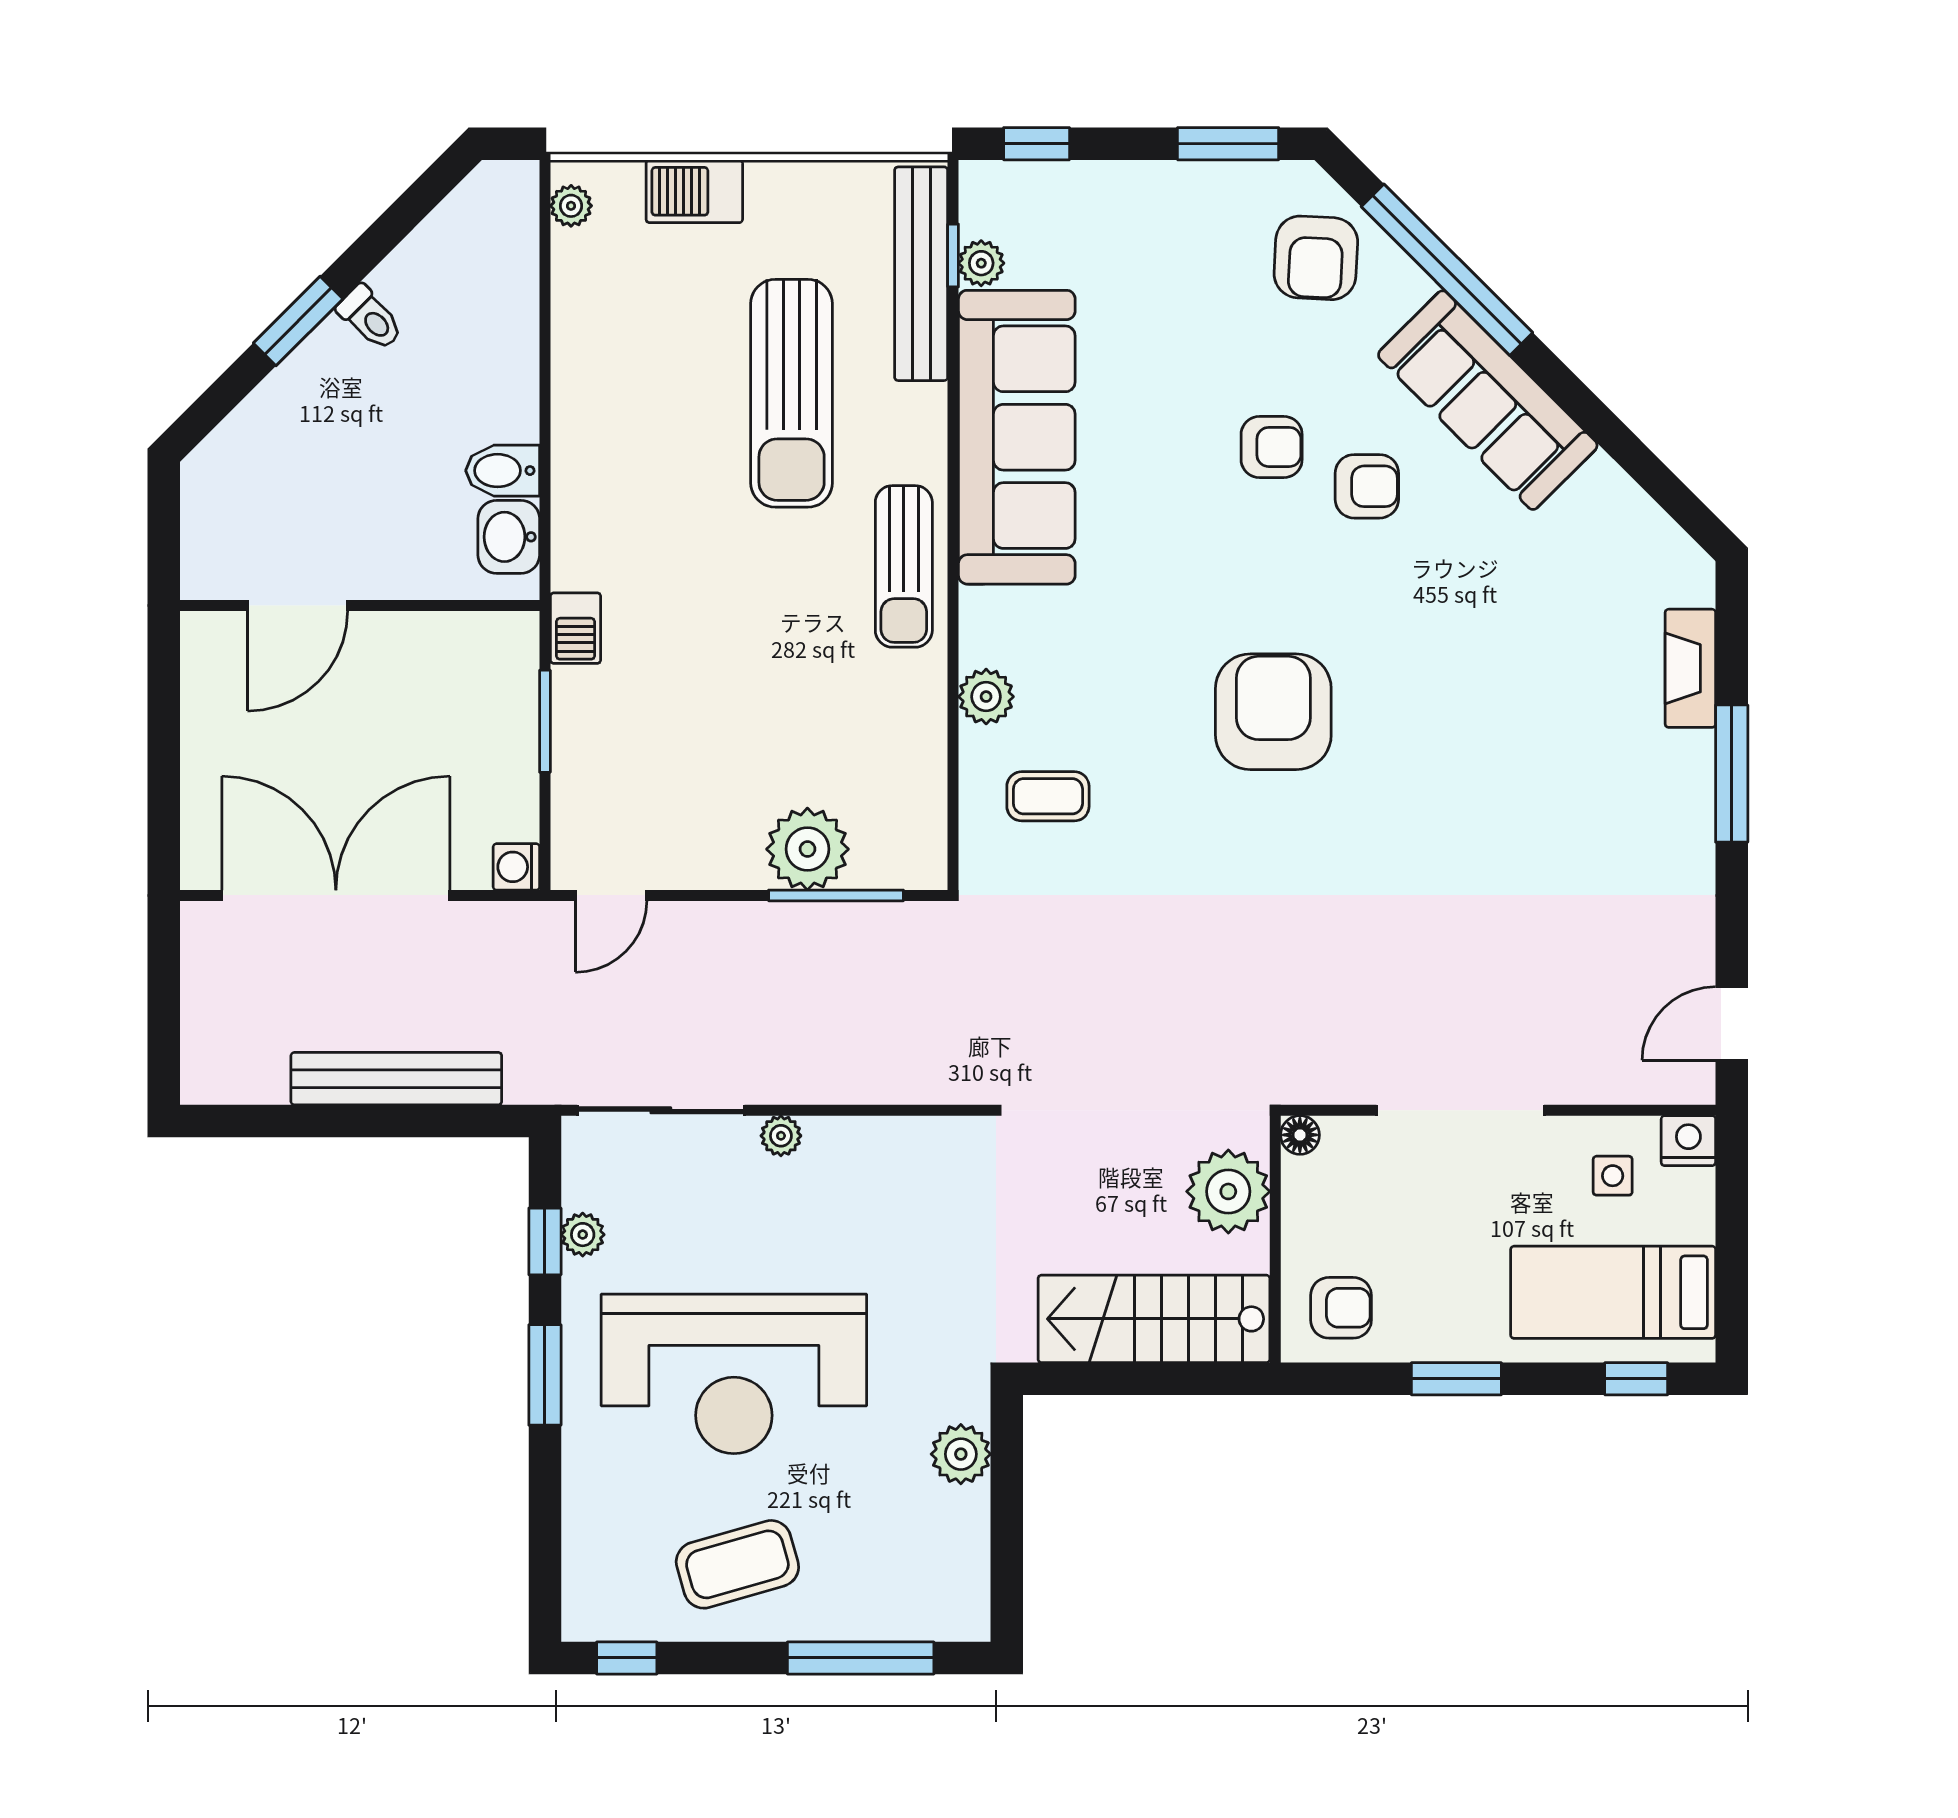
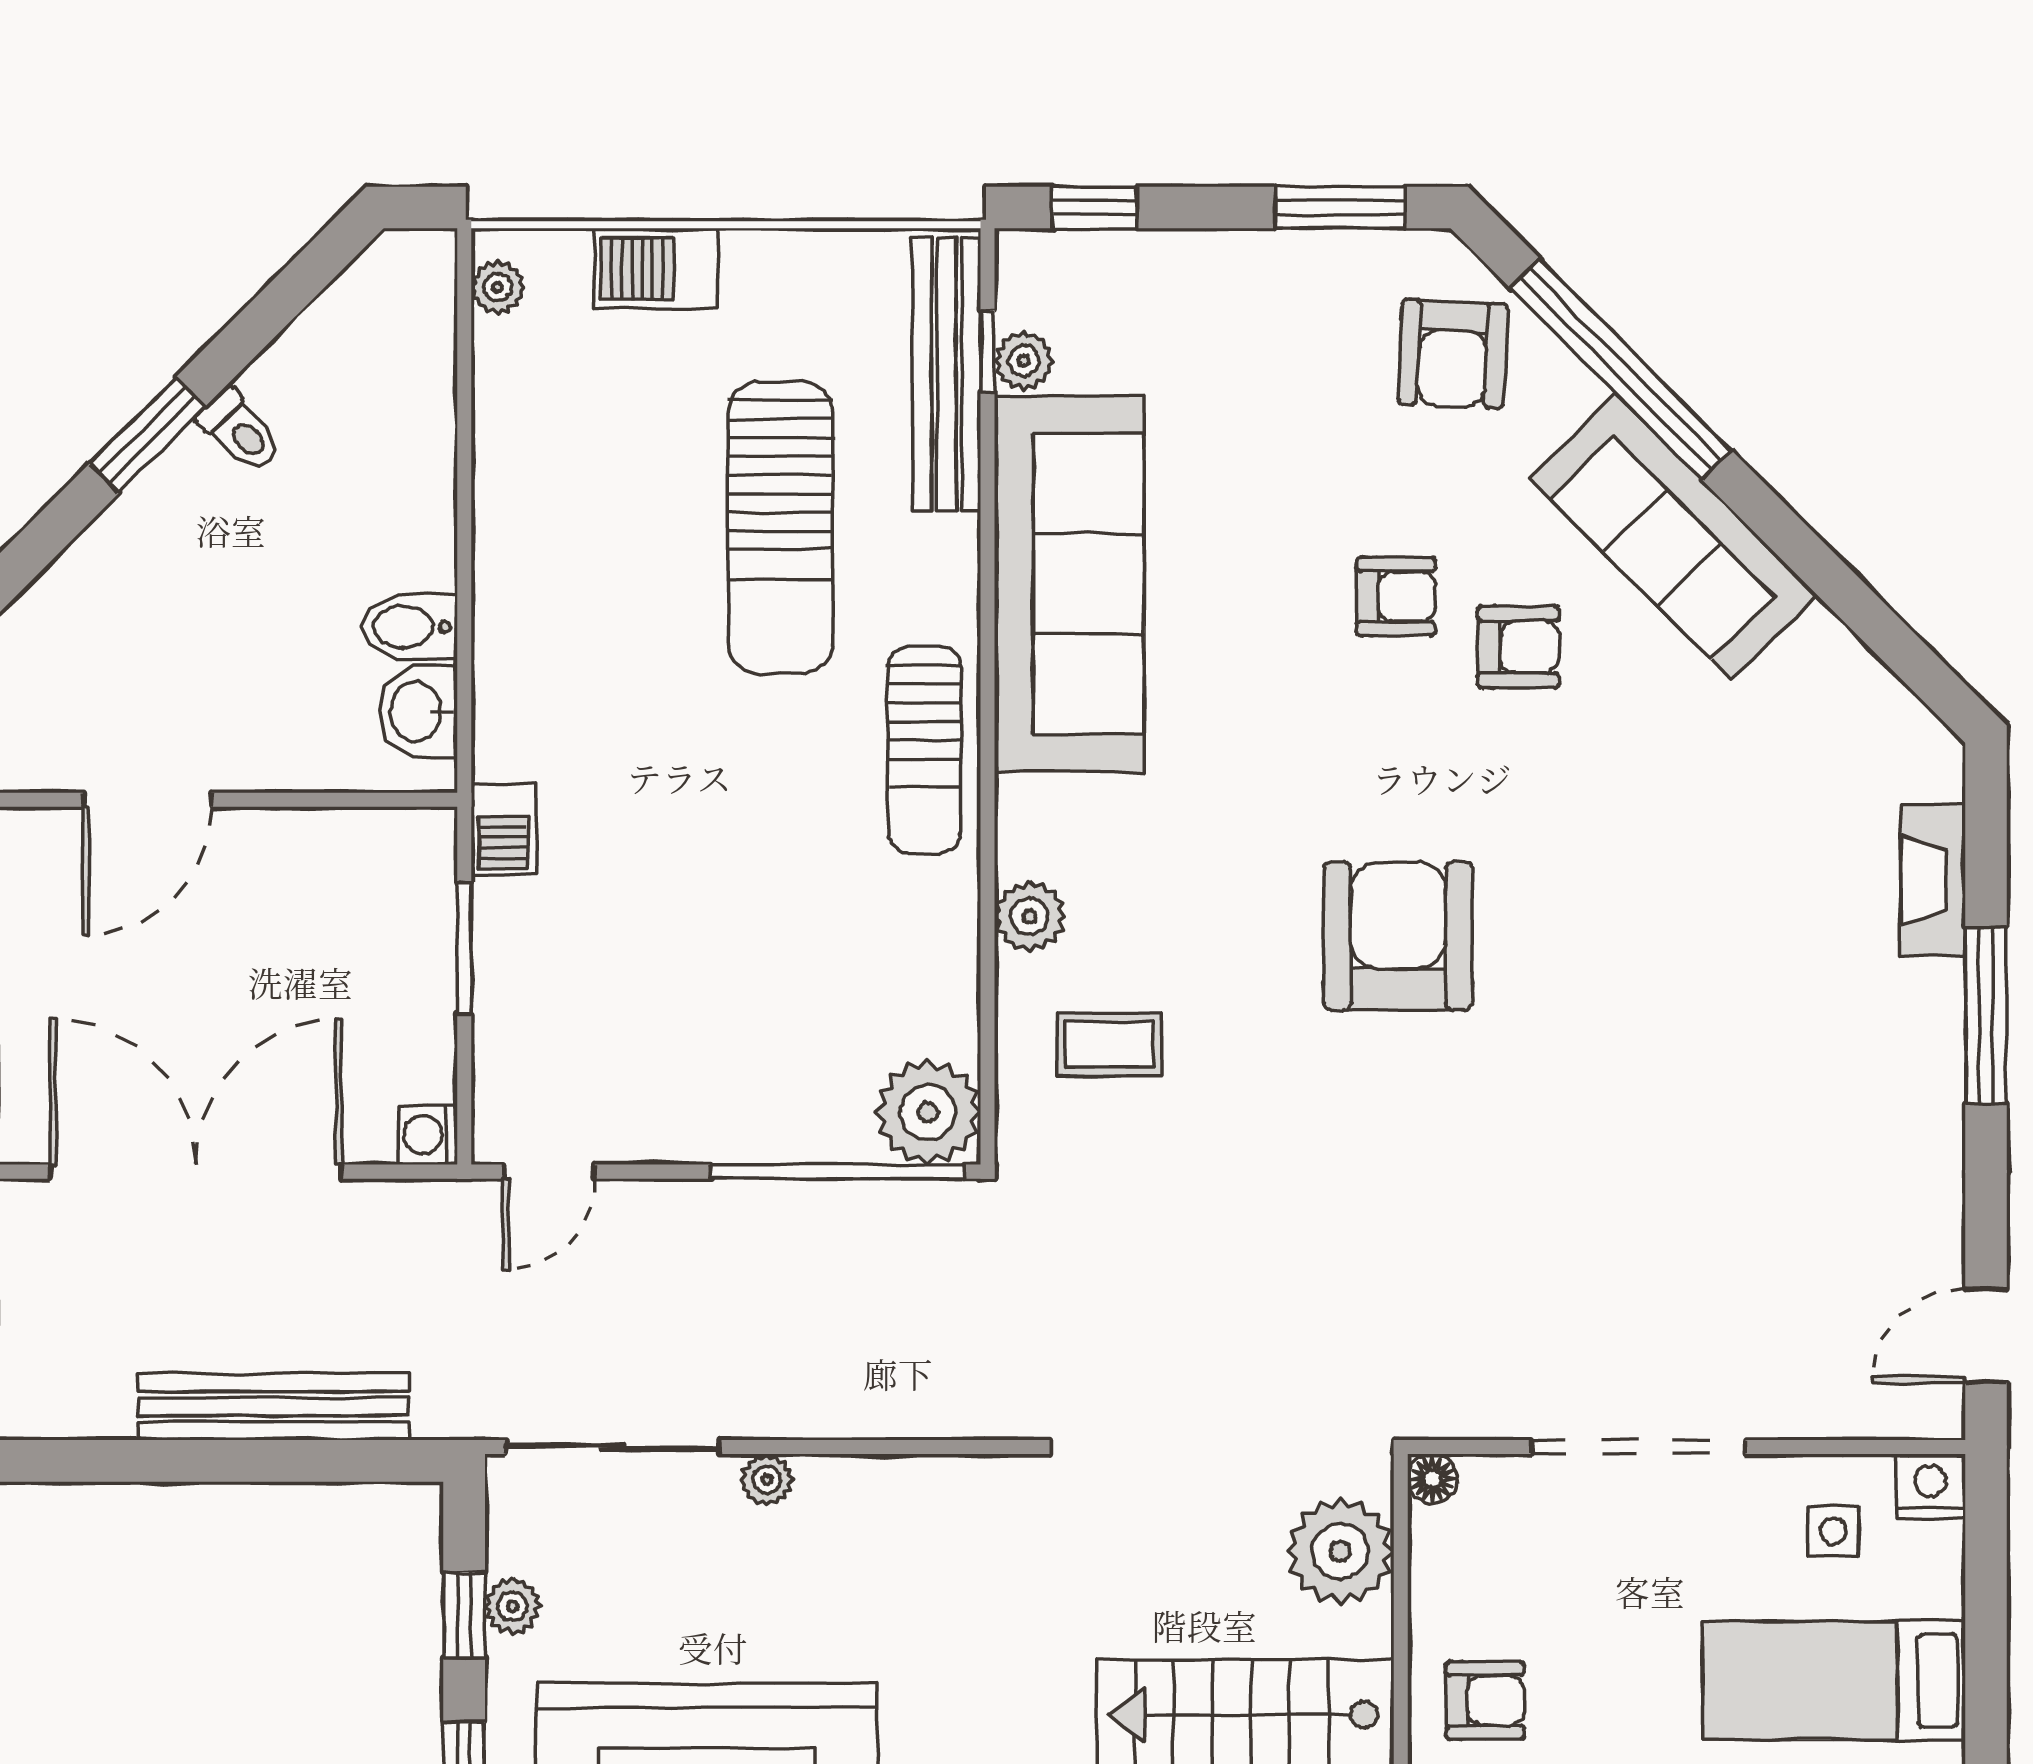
plant: (807, 849) -> (928, 1112), moved
window: (836, 895) -> (837, 1172), width x1.46

